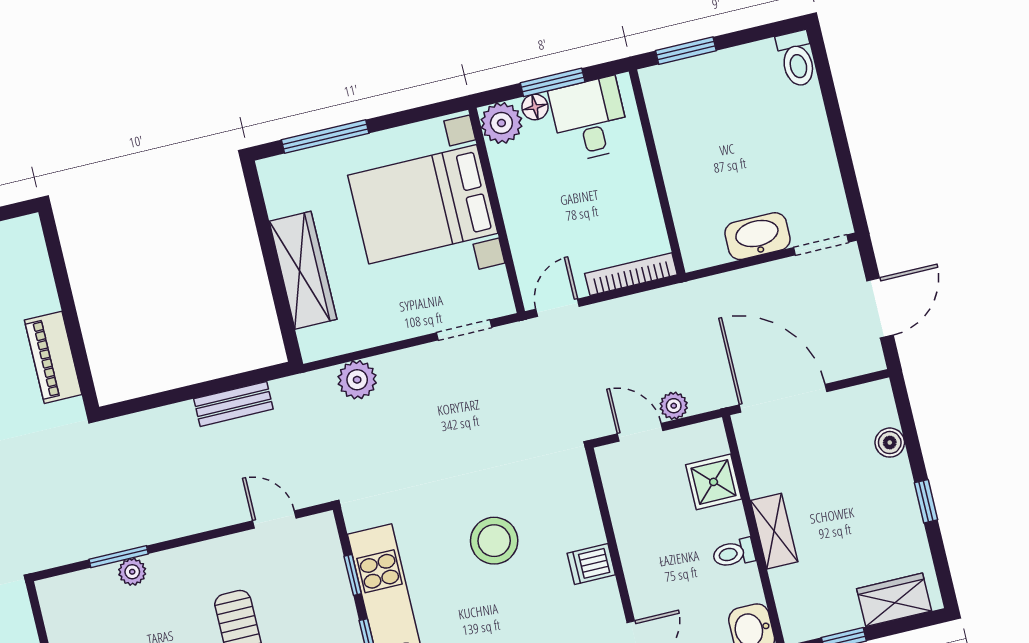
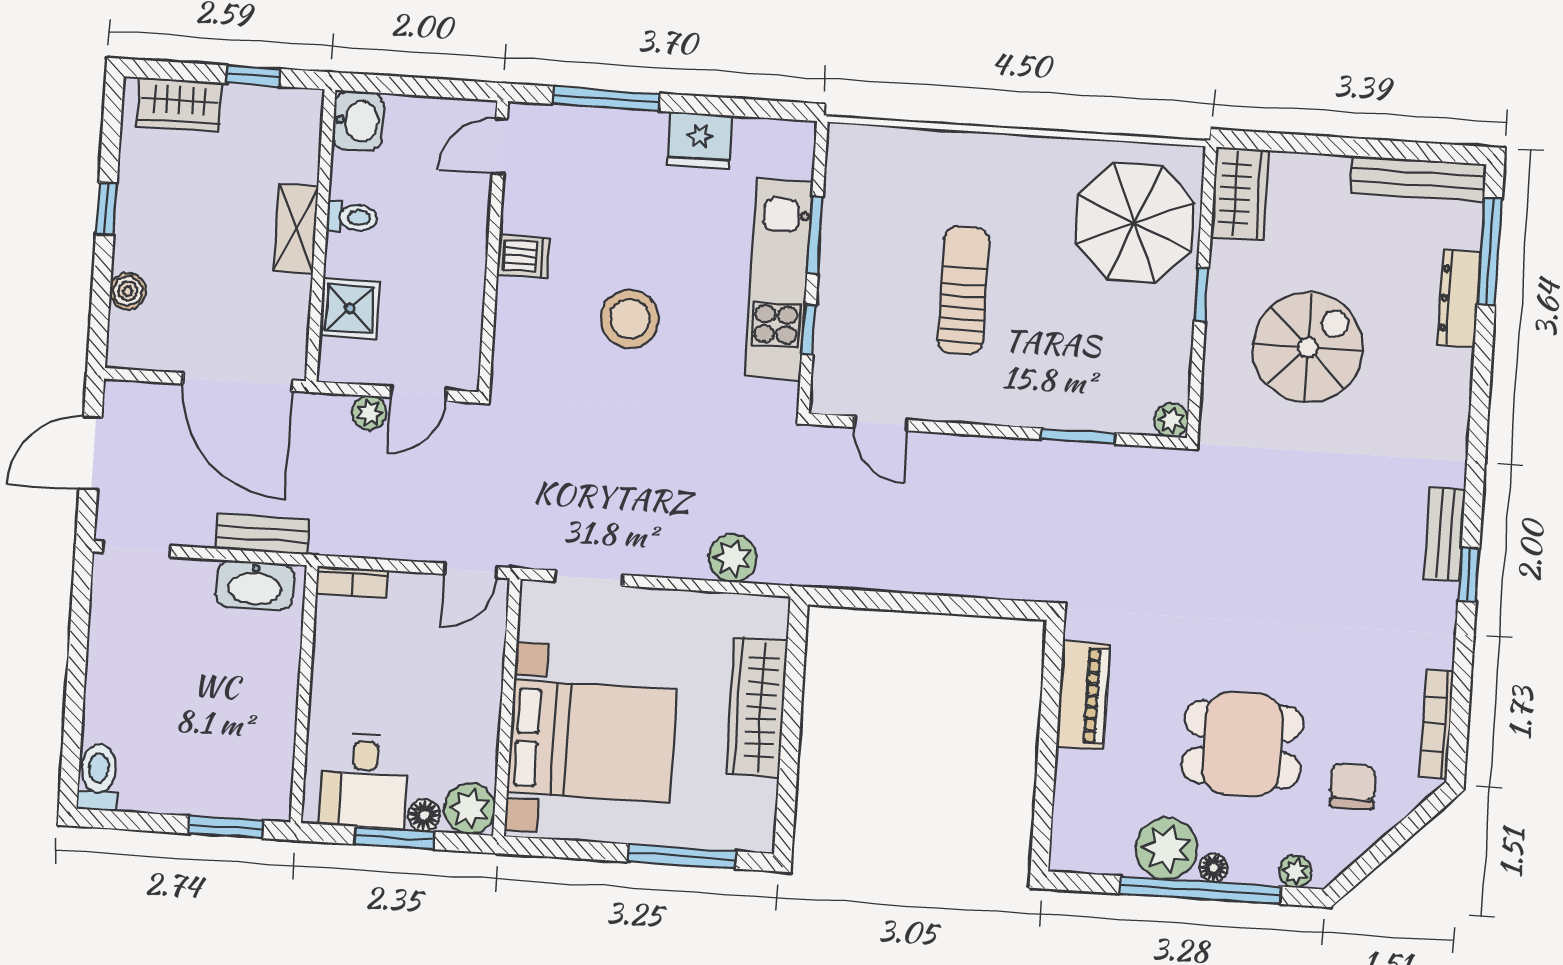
washbasin: (758, 236) -> (255, 585), moved
bookcase: (631, 274) -> (352, 582), width x0.64
bench: (233, 404) -> (263, 534), moved
door: (640, 432) -> (418, 394), hinge flipped
plant: (132, 572) -> (1171, 420), moved

